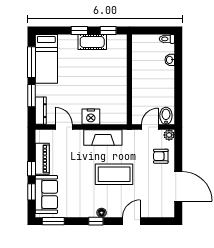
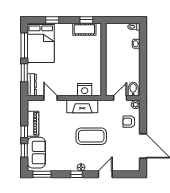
window: (79, 30) -> (52, 20), moved
cot: (92, 42) -> (84, 29), moved
bed: (46, 59) -> (41, 43), width x1.50
nightstand: (91, 117) -> (85, 90), moved

